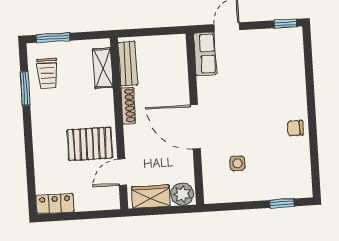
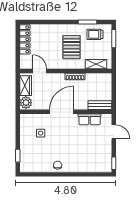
row of seats: (205, 54) -> (90, 119), moved
bench: (128, 64) -> (100, 105), moved
pallet: (90, 144) -> (72, 47), moved
locker: (55, 204) -> (25, 39), width x1.53

